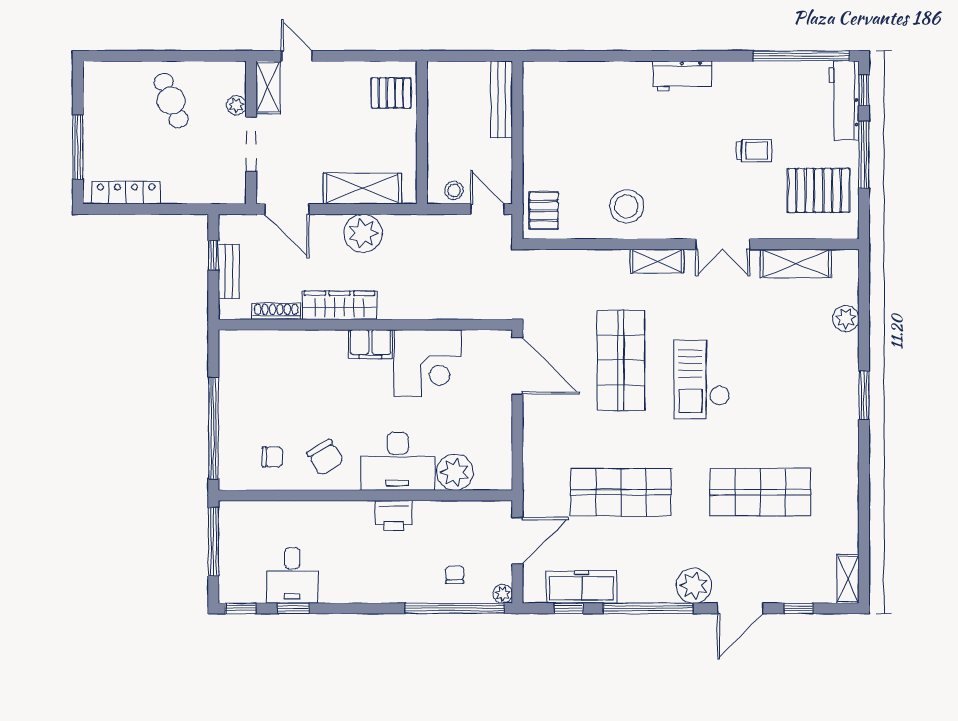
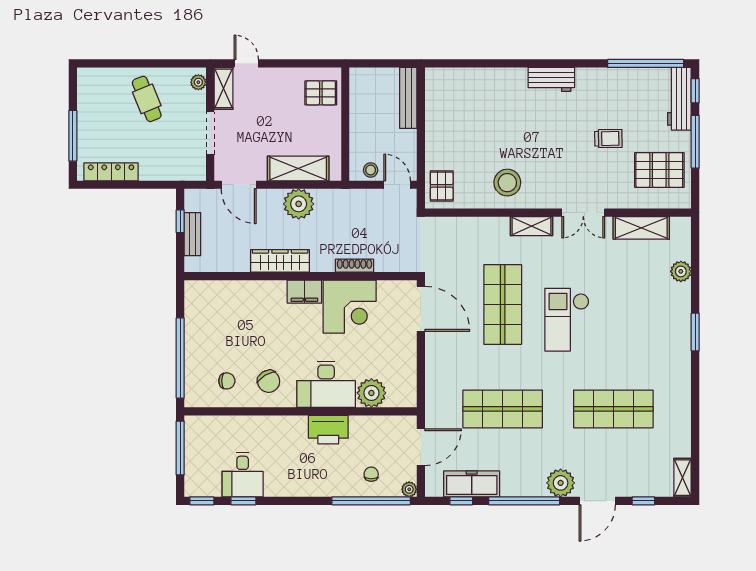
plant: (236, 105) -> (198, 82), moved
shoe rack: (276, 311) -> (355, 266), moved
printer: (394, 515) -> (328, 430), width x1.37, depth x1.19

